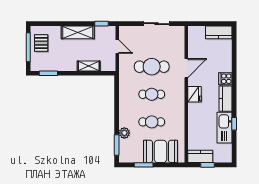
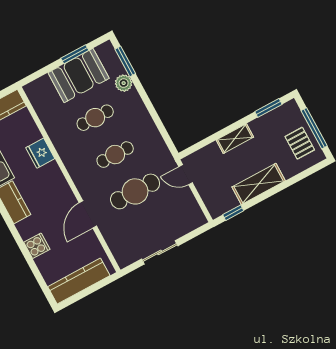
kitchen counter: (219, 32) -> (79, 281), width x1.50
door: (117, 47) -> (186, 175), moved
shelving: (89, 66) -> (235, 139), moved
cooker: (225, 79) -> (37, 246), moved
fridge: (194, 94) -> (40, 153), moved
booth: (160, 151) -> (79, 76), moved

